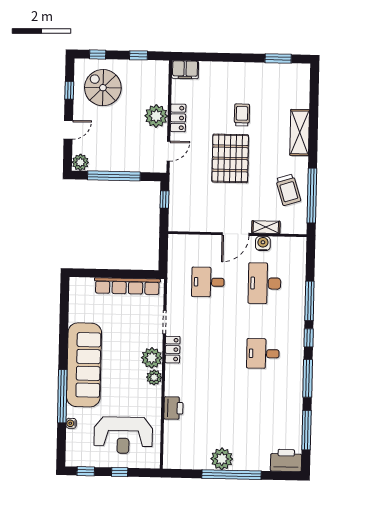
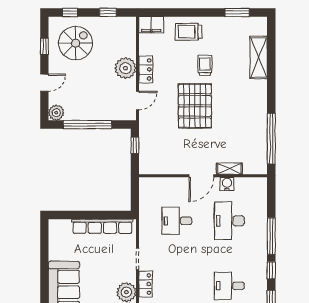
spiral stairs: (103, 88) -> (76, 43), turned 90
shelving: (300, 132) -> (259, 57), moved
trolley: (288, 190) -> (188, 32), moved, turned 107

